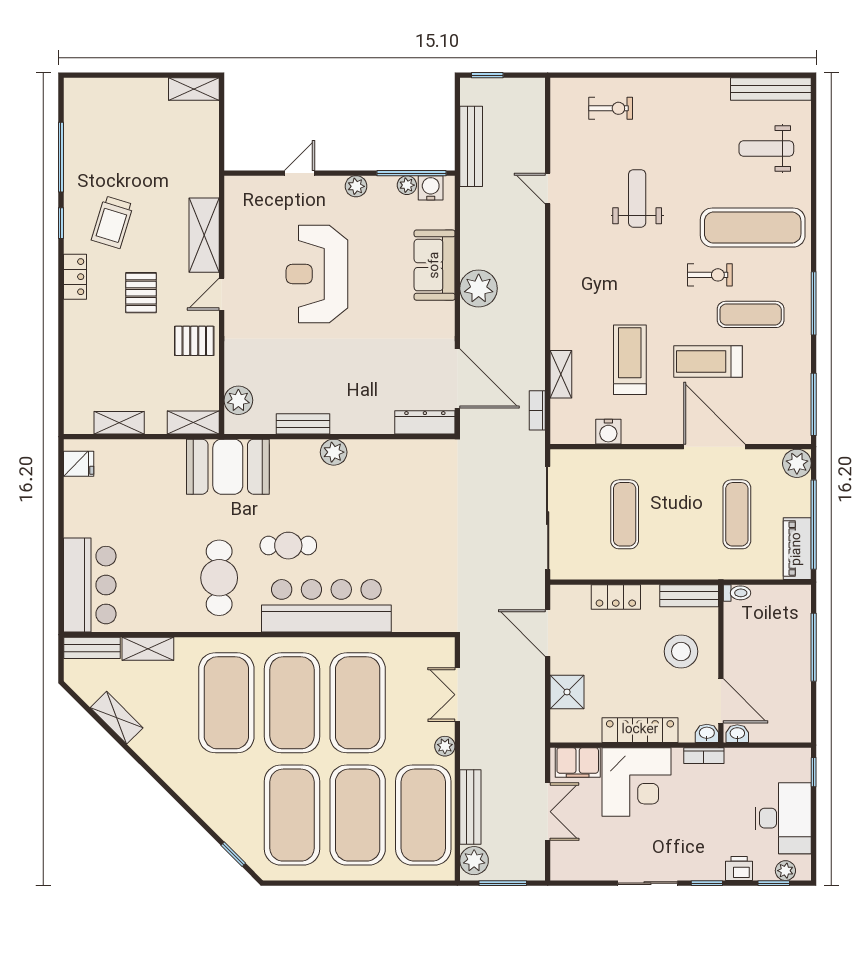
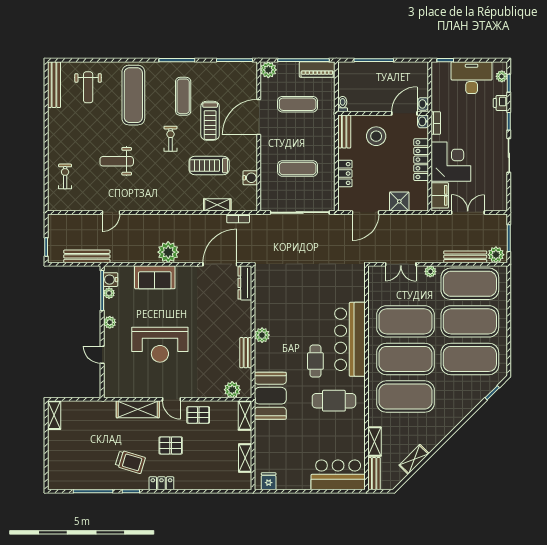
exercise bike: (710, 275) -> (171, 139), moved
pallet: (194, 341) -> (198, 415), turned 90

